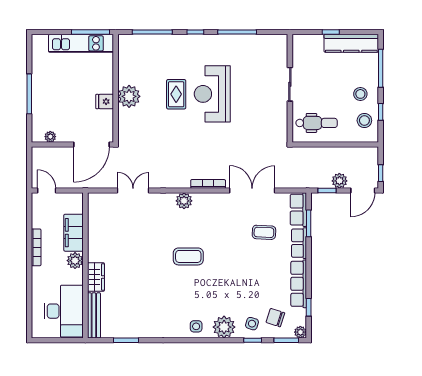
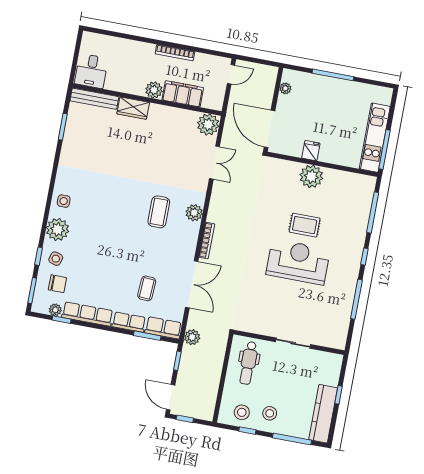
plant: (339, 181) -> (192, 337), moved
plant: (98, 203) -> (208, 124), added
coffee table: (188, 256) -> (159, 212), moved
desk: (64, 311) -> (91, 71), width x0.53, depth x0.77
chair: (275, 318) -> (57, 284), turned 72
plant: (300, 332) -> (55, 310), moved

